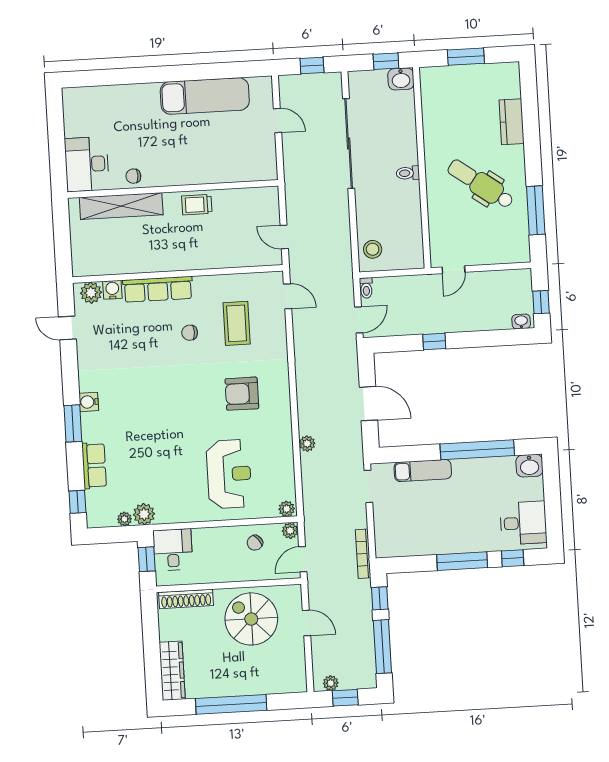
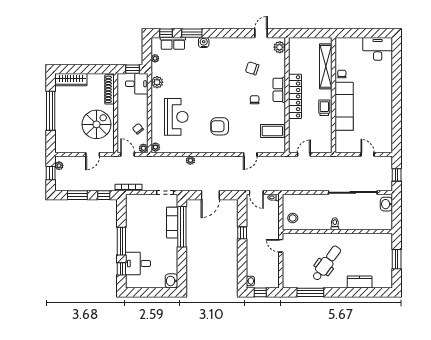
window: (386, 61) -> (397, 215), removed
washbasin: (401, 79) -> (386, 204), moved
exam couch: (205, 96) -> (344, 106), moved, turned 180
door: (277, 121) -> (368, 154), swing flipped
desk: (87, 164) -> (378, 49), moved
stool: (373, 249) -> (293, 218), moved
locker: (179, 259) -> (295, 96), added
row of seats: (158, 289) -> (279, 90), width x0.68
water cooler: (112, 290) -> (280, 59), removed
door: (288, 296) -> (250, 154), moved
coffee table: (237, 323) -> (272, 131), moved
chair: (132, 340) -> (252, 68), added
armchair: (242, 394) -> (220, 126), turned -90
water cooler: (89, 402) -> (204, 43), moved
window: (73, 423) -> (192, 33), moved
window: (477, 450) -> (182, 227), moved
row of seats: (94, 466) -> (173, 43), moved
reception desk: (229, 474) -> (176, 117), turned -90
plant: (144, 514) -> (157, 82), moved
desk: (523, 523) -> (138, 263), moved, turned 90
window: (382, 647) -> (77, 195), width x0.69

